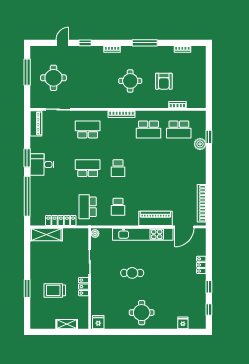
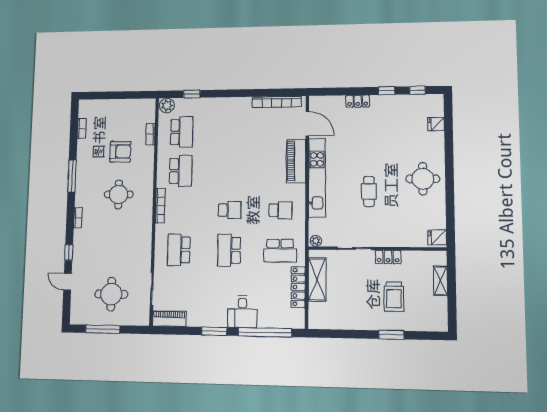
plant: (200, 144) -> (167, 106), moved
desk: (42, 165) -> (242, 312), moved
shelving: (46, 234) -> (317, 279), moved

